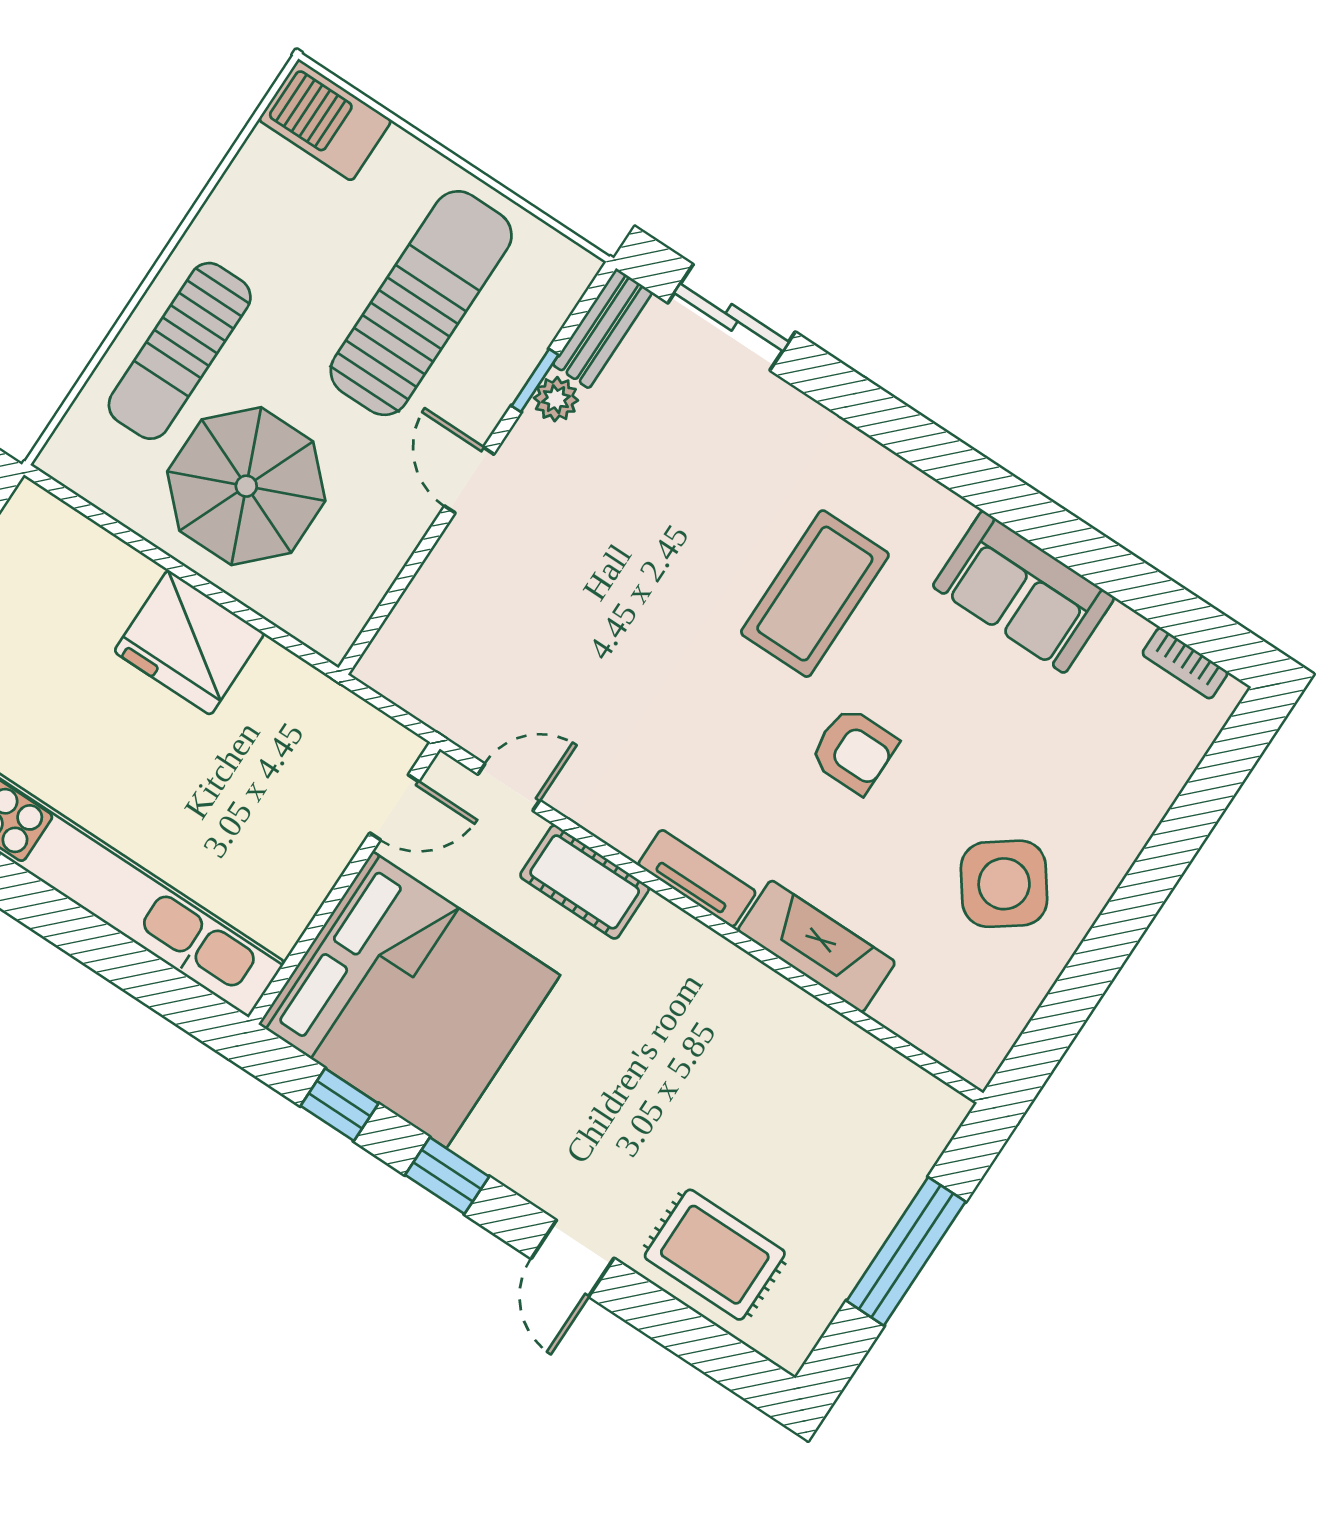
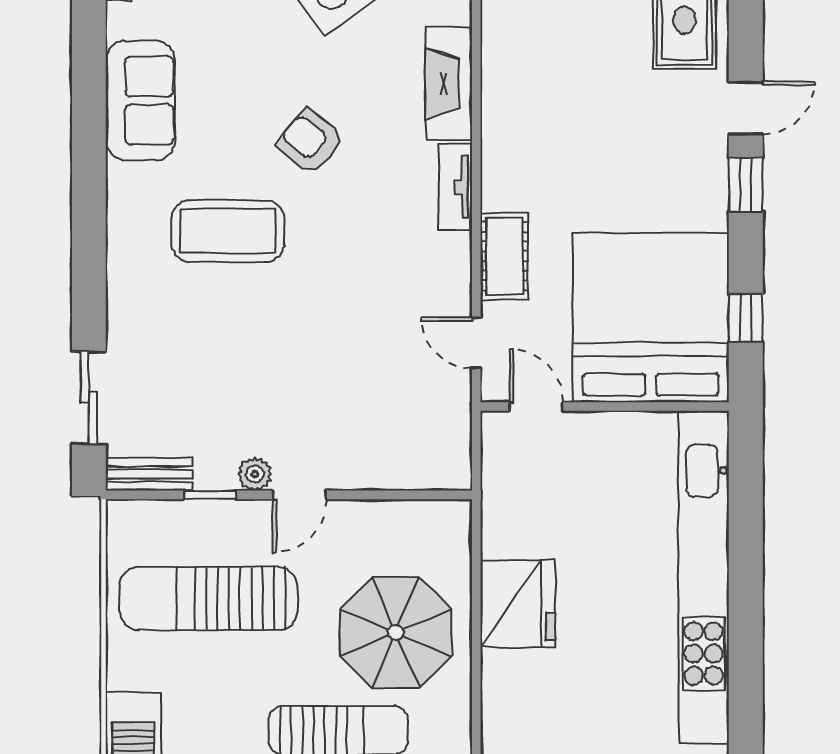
plant: (556, 399) -> (255, 474), moved
armchair: (854, 750) -> (310, 142), turned -51
window: (447, 1176) -> (746, 185), moved

